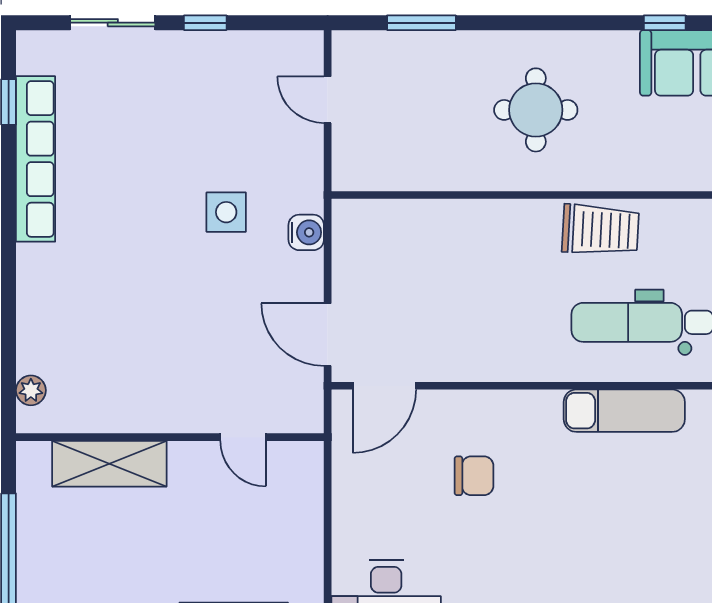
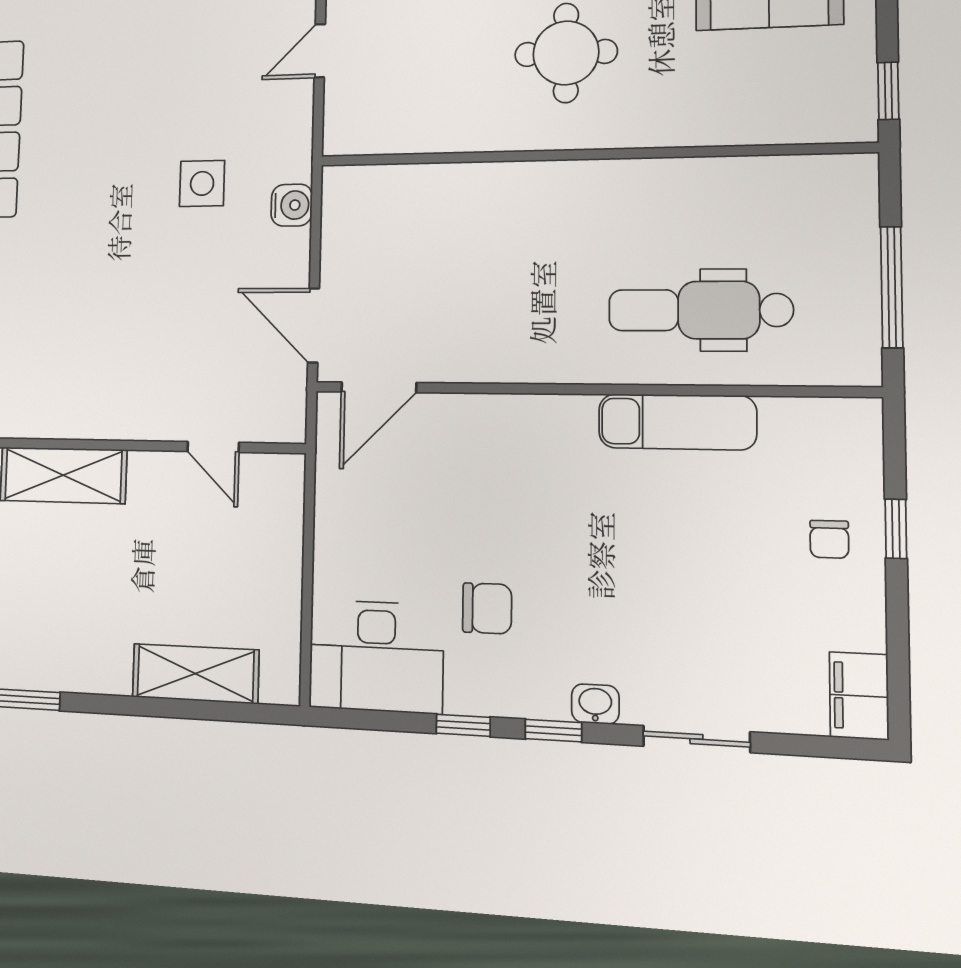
door: (328, 100) -> (320, 51), hinge flipped
trolley: (600, 230) -> (646, 195), removed
chair: (474, 476) -> (487, 608), moved

